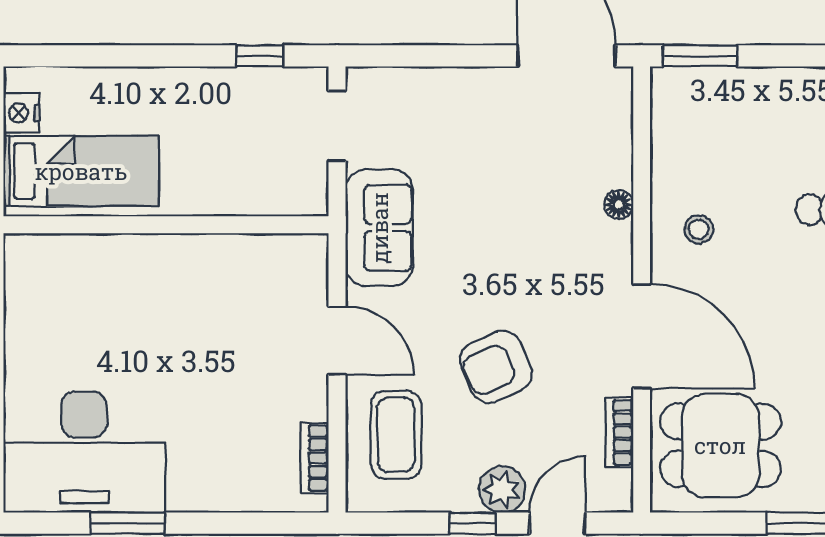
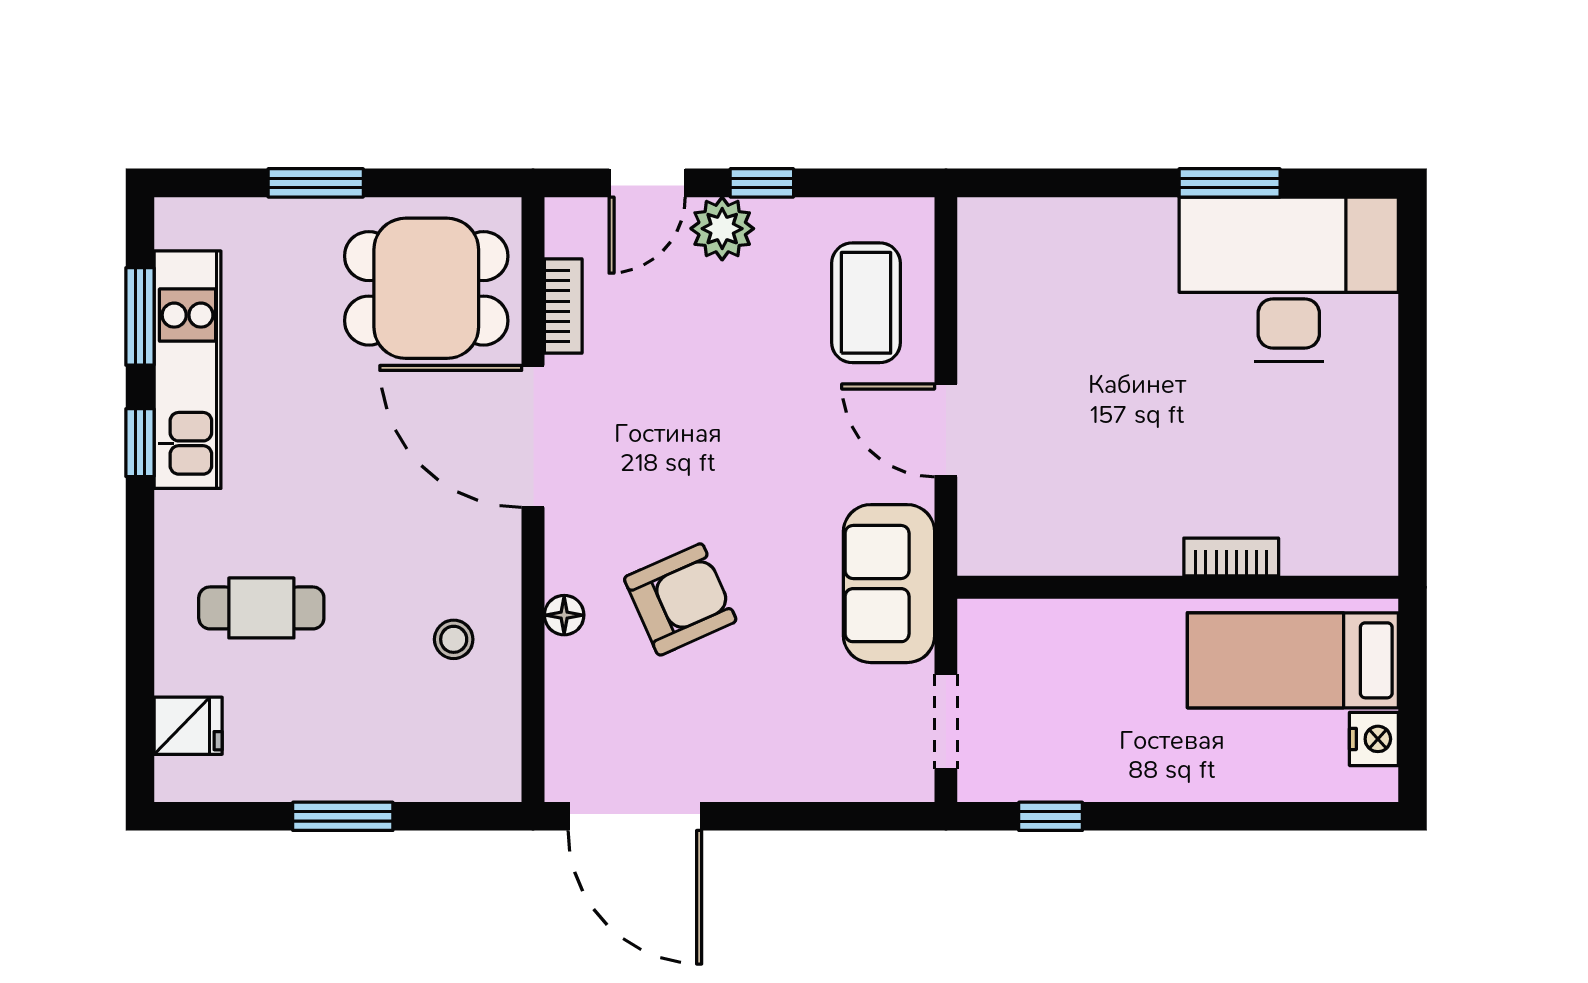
window: (700, 56) -> (343, 816), moved
stool: (699, 229) -> (454, 639), moved
armchair: (496, 367) -> (680, 599), moved
bookcase: (315, 458) -> (1231, 557), moved, turned -90

